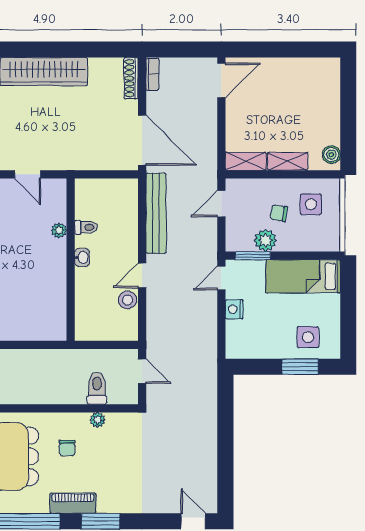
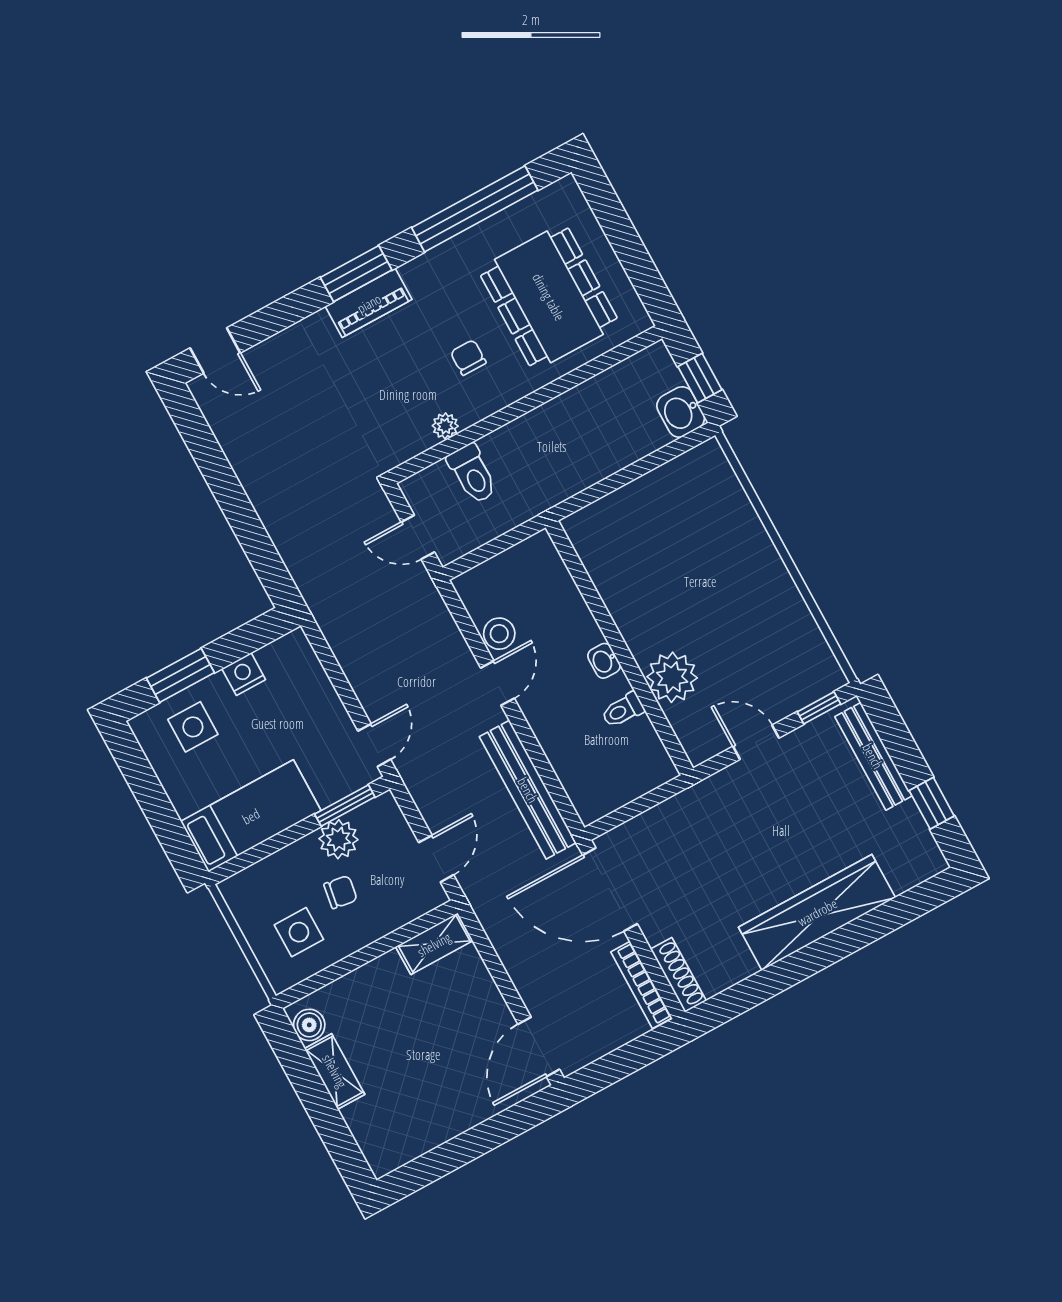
bookcase: (152, 74) -> (641, 985), width x1.56
shelving: (288, 161) -> (335, 1071), moved, turned 90
plant: (59, 230) -> (672, 677), width x1.88, depth x1.88
nightstand: (234, 309) -> (244, 674), moved, turned -90
piano: (73, 503) -> (369, 303), moved

